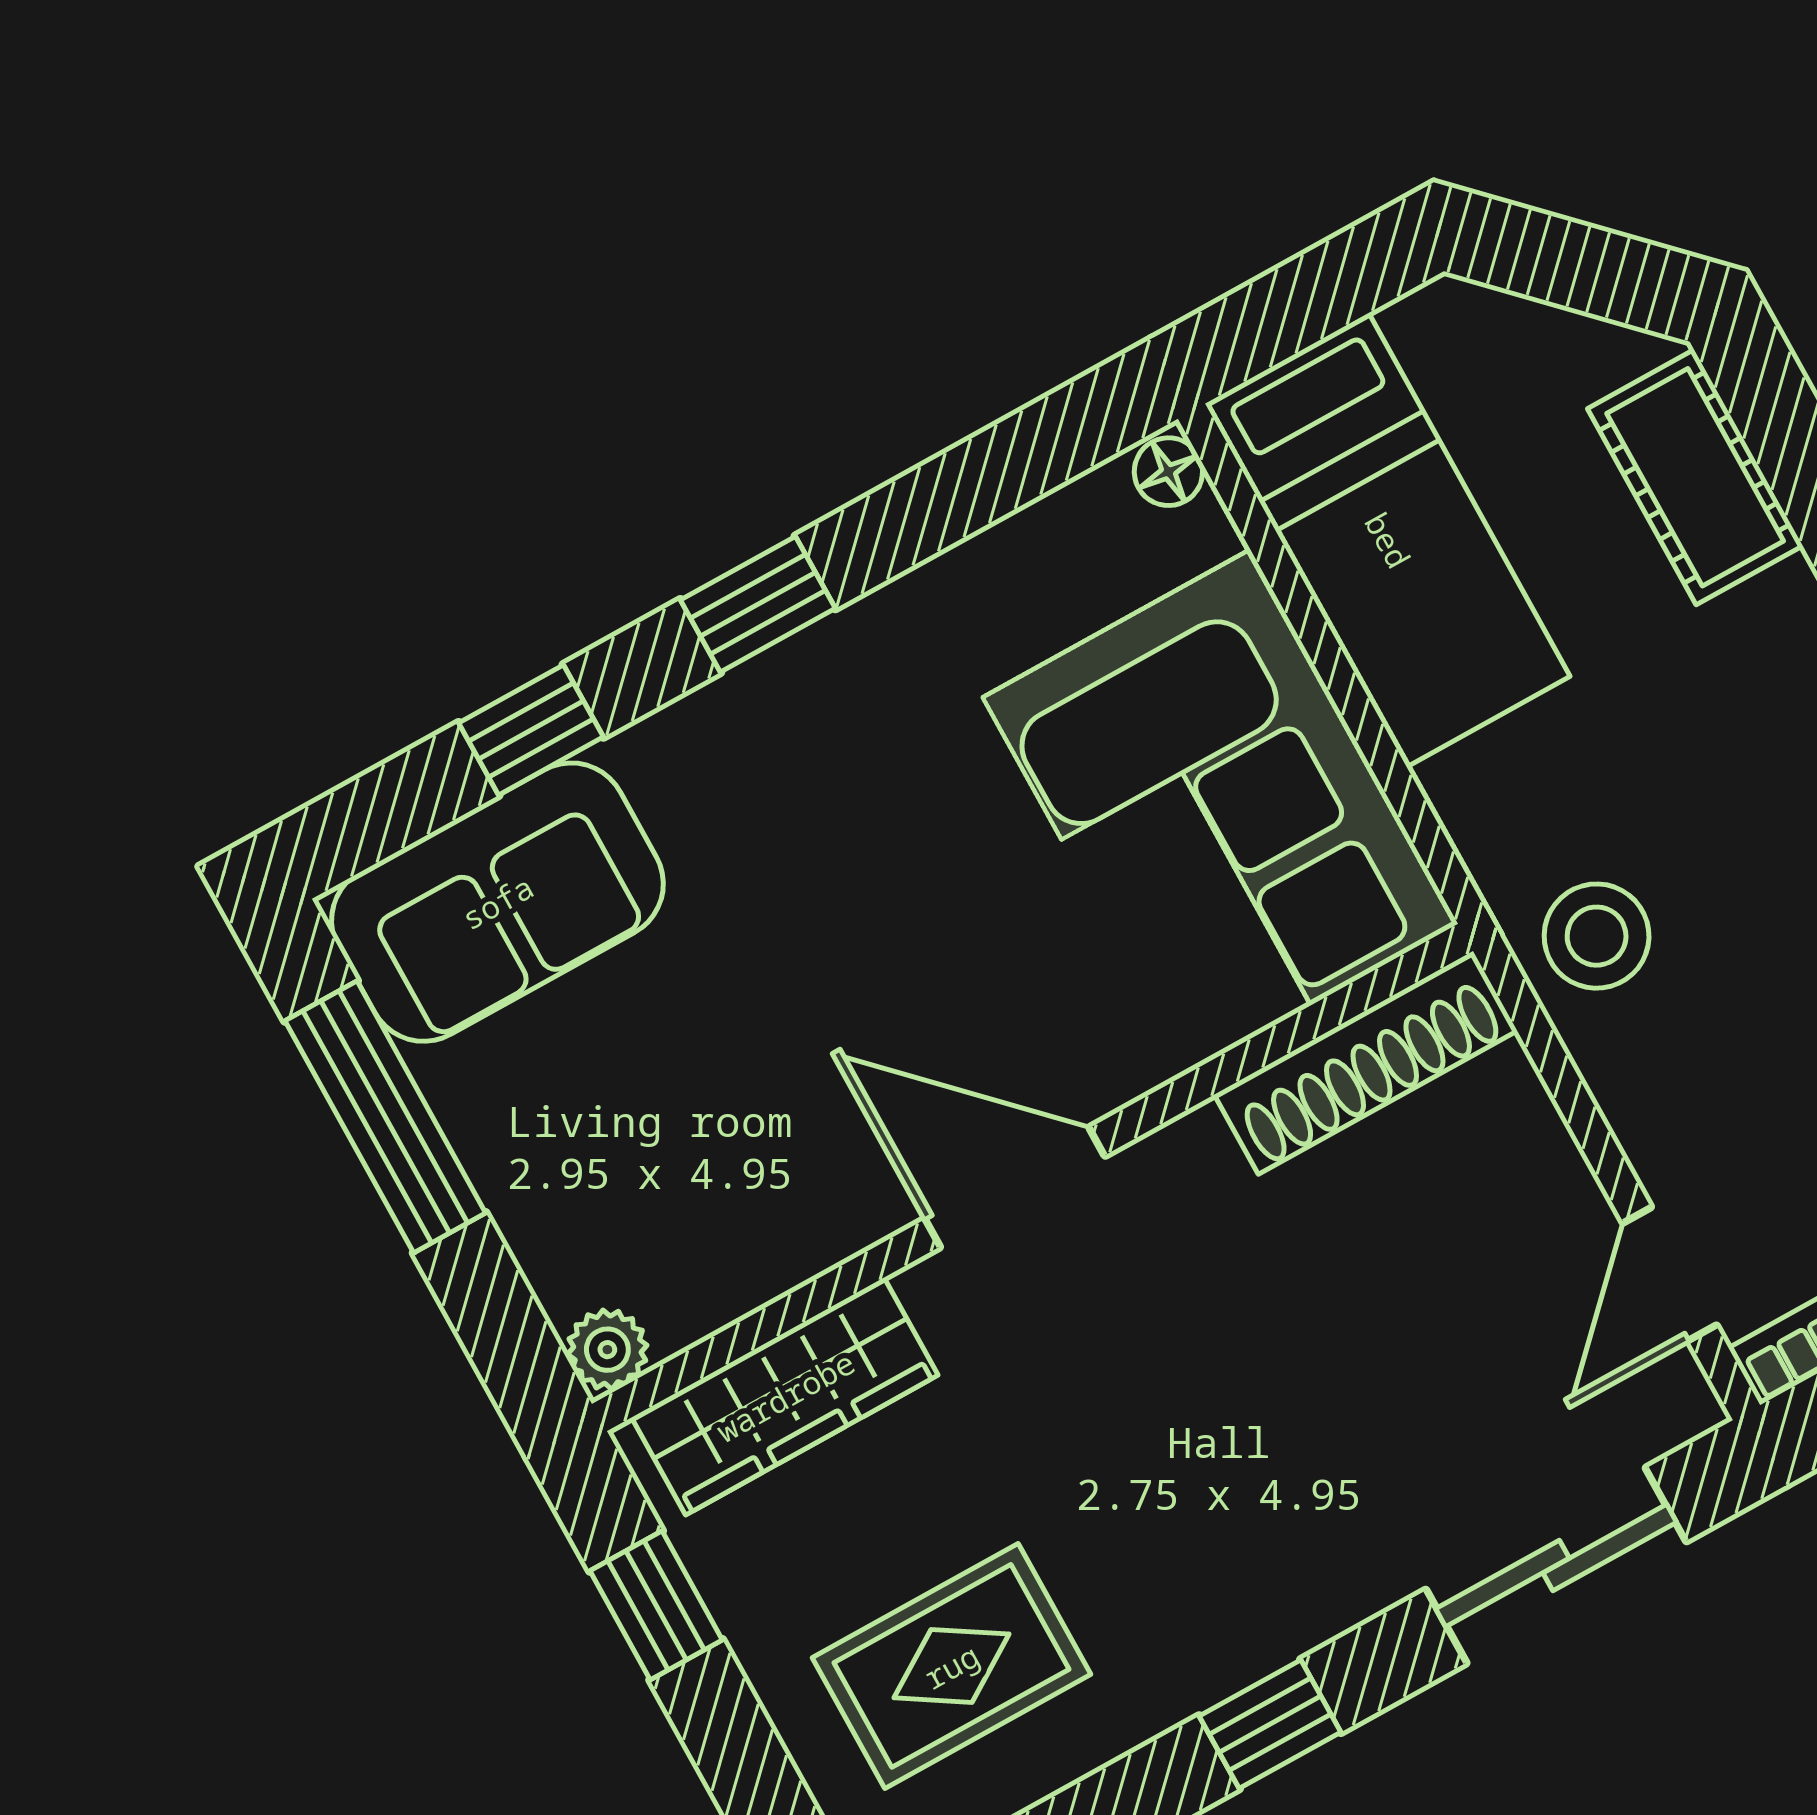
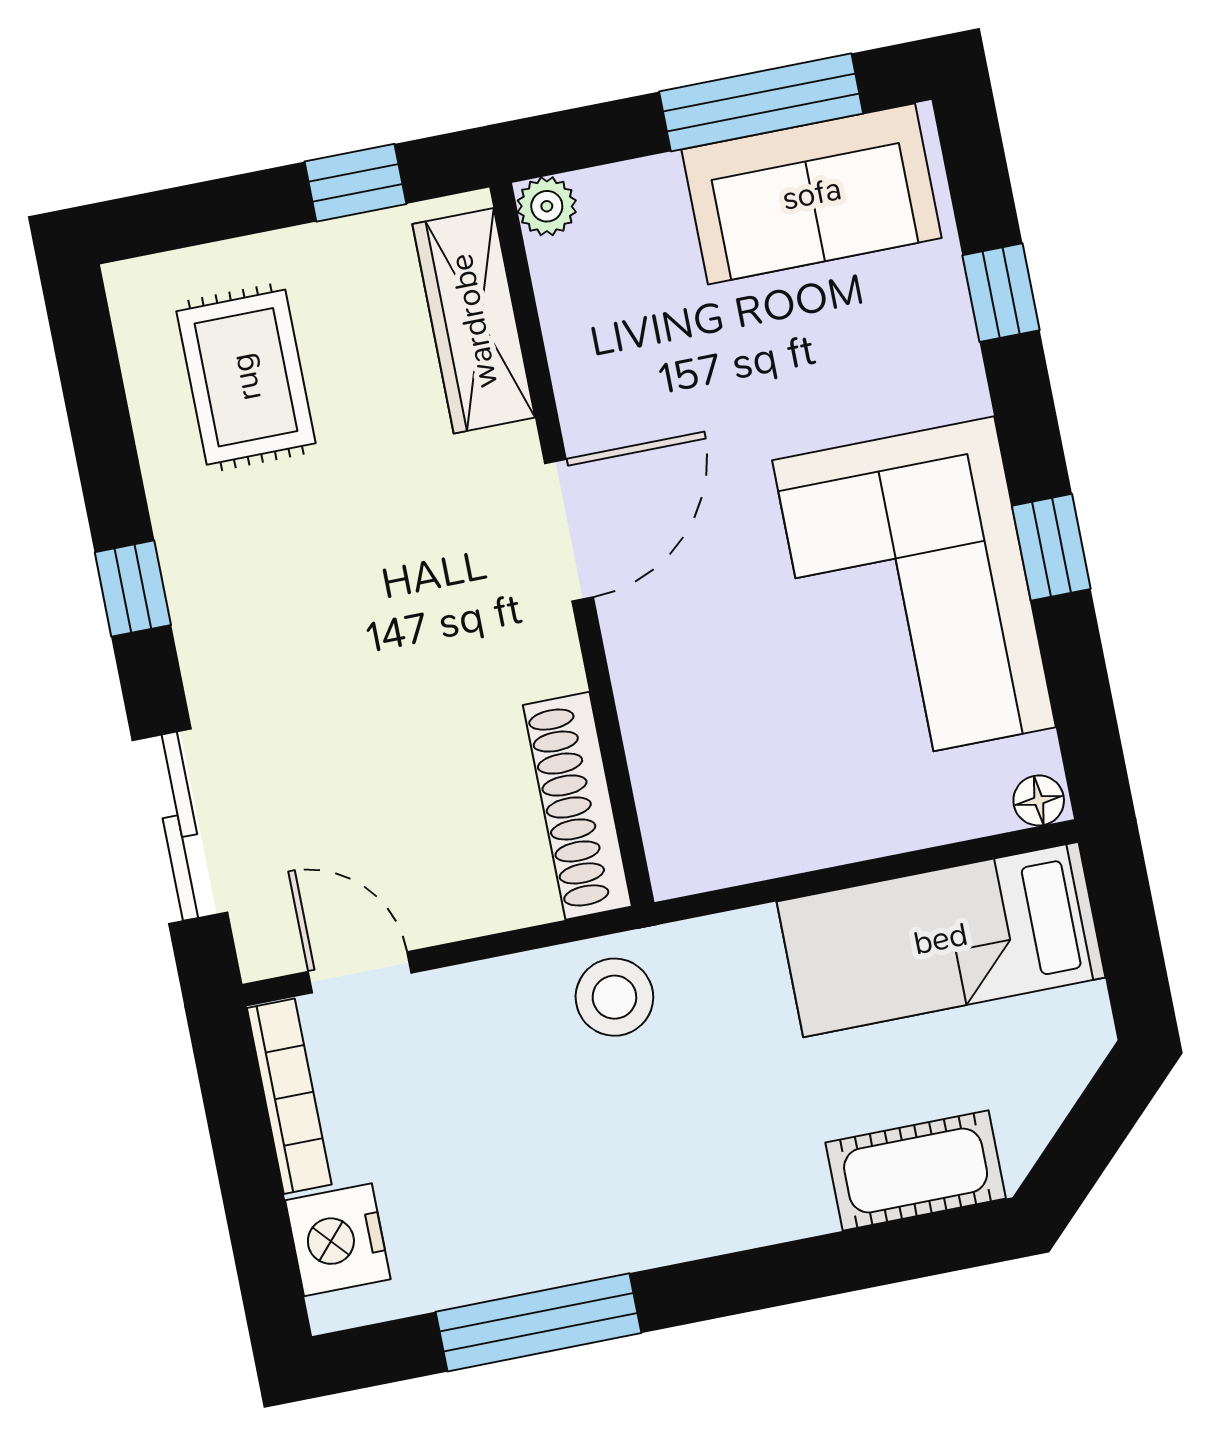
window: (758, 604) -> (1051, 547), moved
corner sofa: (1220, 810) -> (914, 594), moved, turned -90
sofa: (497, 902) -> (812, 194), moved, turned -90

